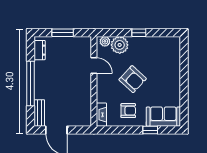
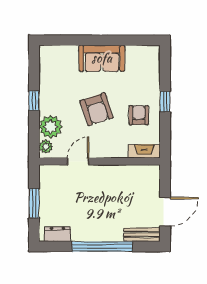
armchair: (133, 79) -> (97, 109), turned 119
sofa: (163, 117) -> (102, 58), moved, turned -90
window: (150, 130) -> (165, 101), moved

